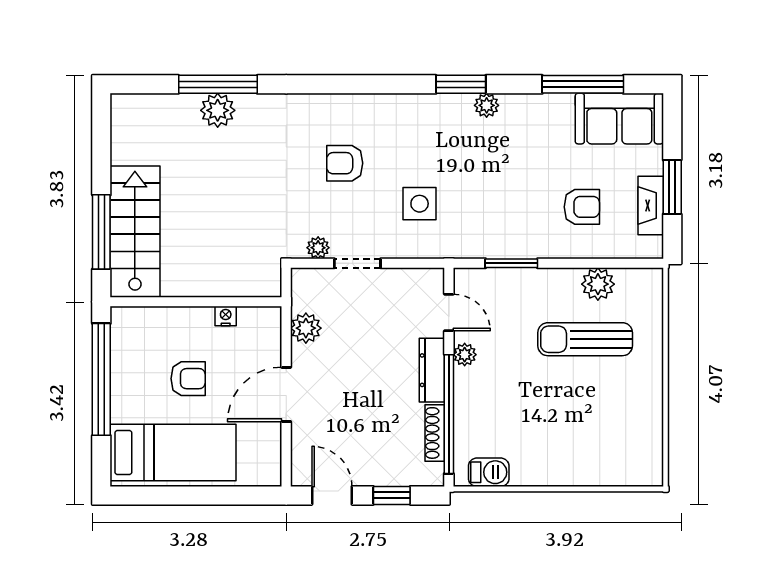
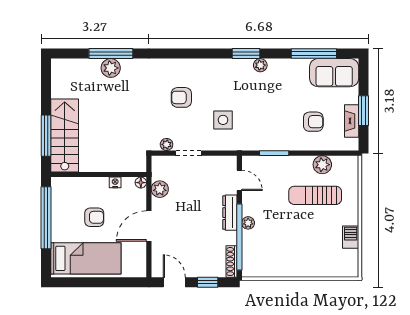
floor lamp: (272, 316) -> (141, 183), added
plant: (465, 355) -> (248, 223), moved
shoe rack: (435, 433) -> (231, 262), moved
barbecue: (489, 472) -> (351, 237), moved, turned -90

